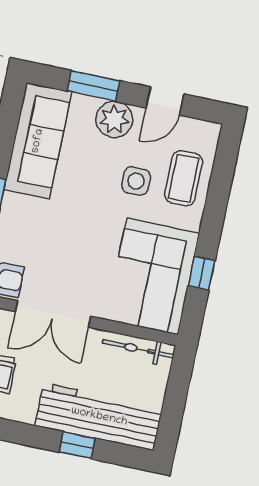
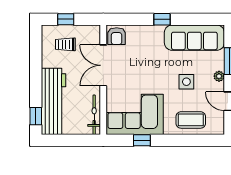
plant: (114, 119) -> (219, 76), width x0.53, depth x0.53
side table: (136, 181) -> (186, 82), moved
window: (77, 445) -> (36, 116), moved

